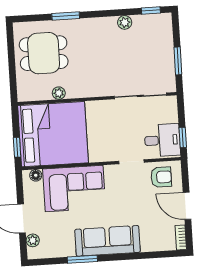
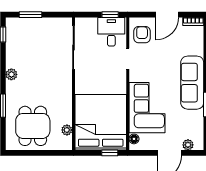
plant: (125, 22) -> (11, 74), moved
window: (178, 61) -> (31, 15), moved
plant: (59, 93) -> (67, 130), moved

